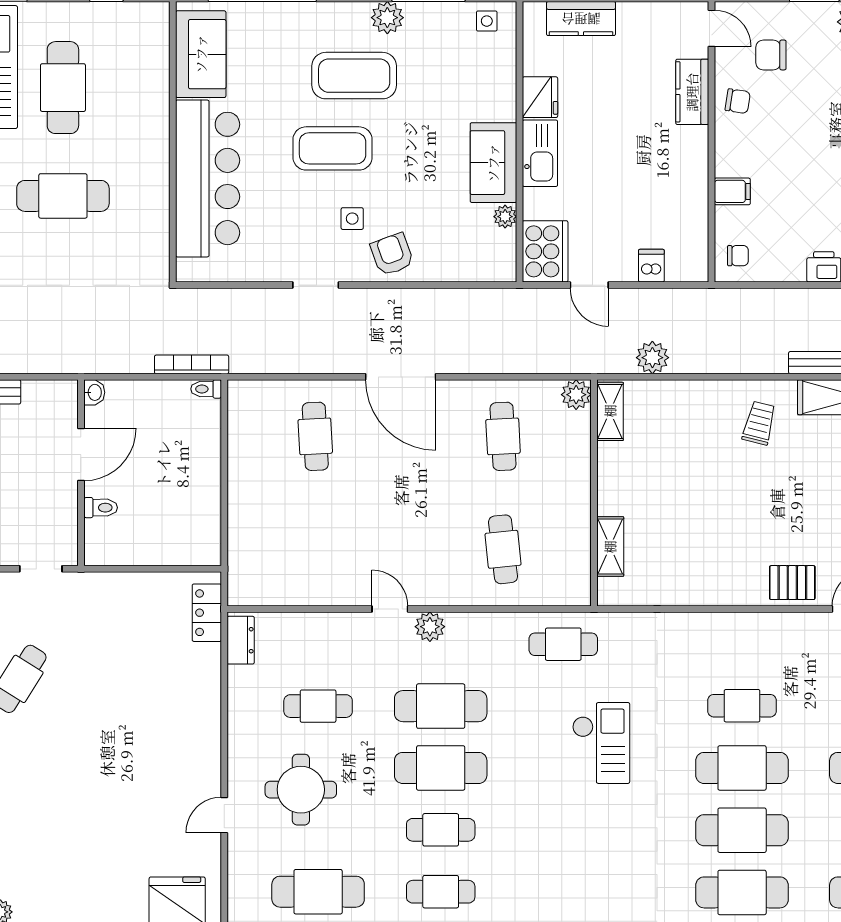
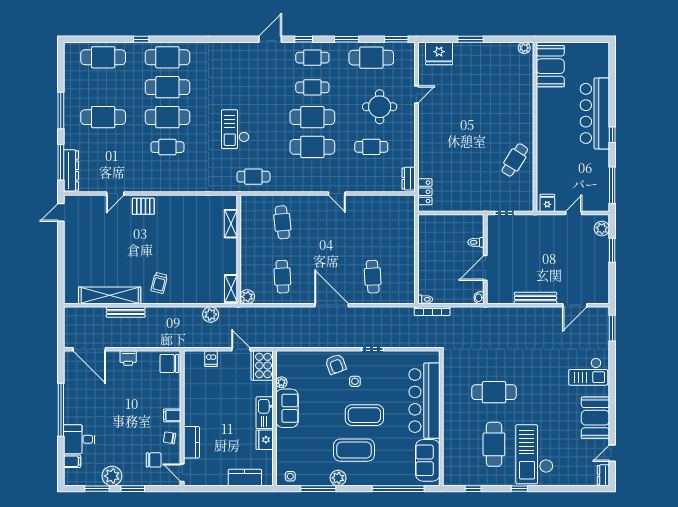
filing cabinet: (732, 191) -> (172, 415), moved
chair: (738, 256) -> (169, 363), width x1.87, depth x1.87
plant: (430, 627) -> (318, 185), removed

